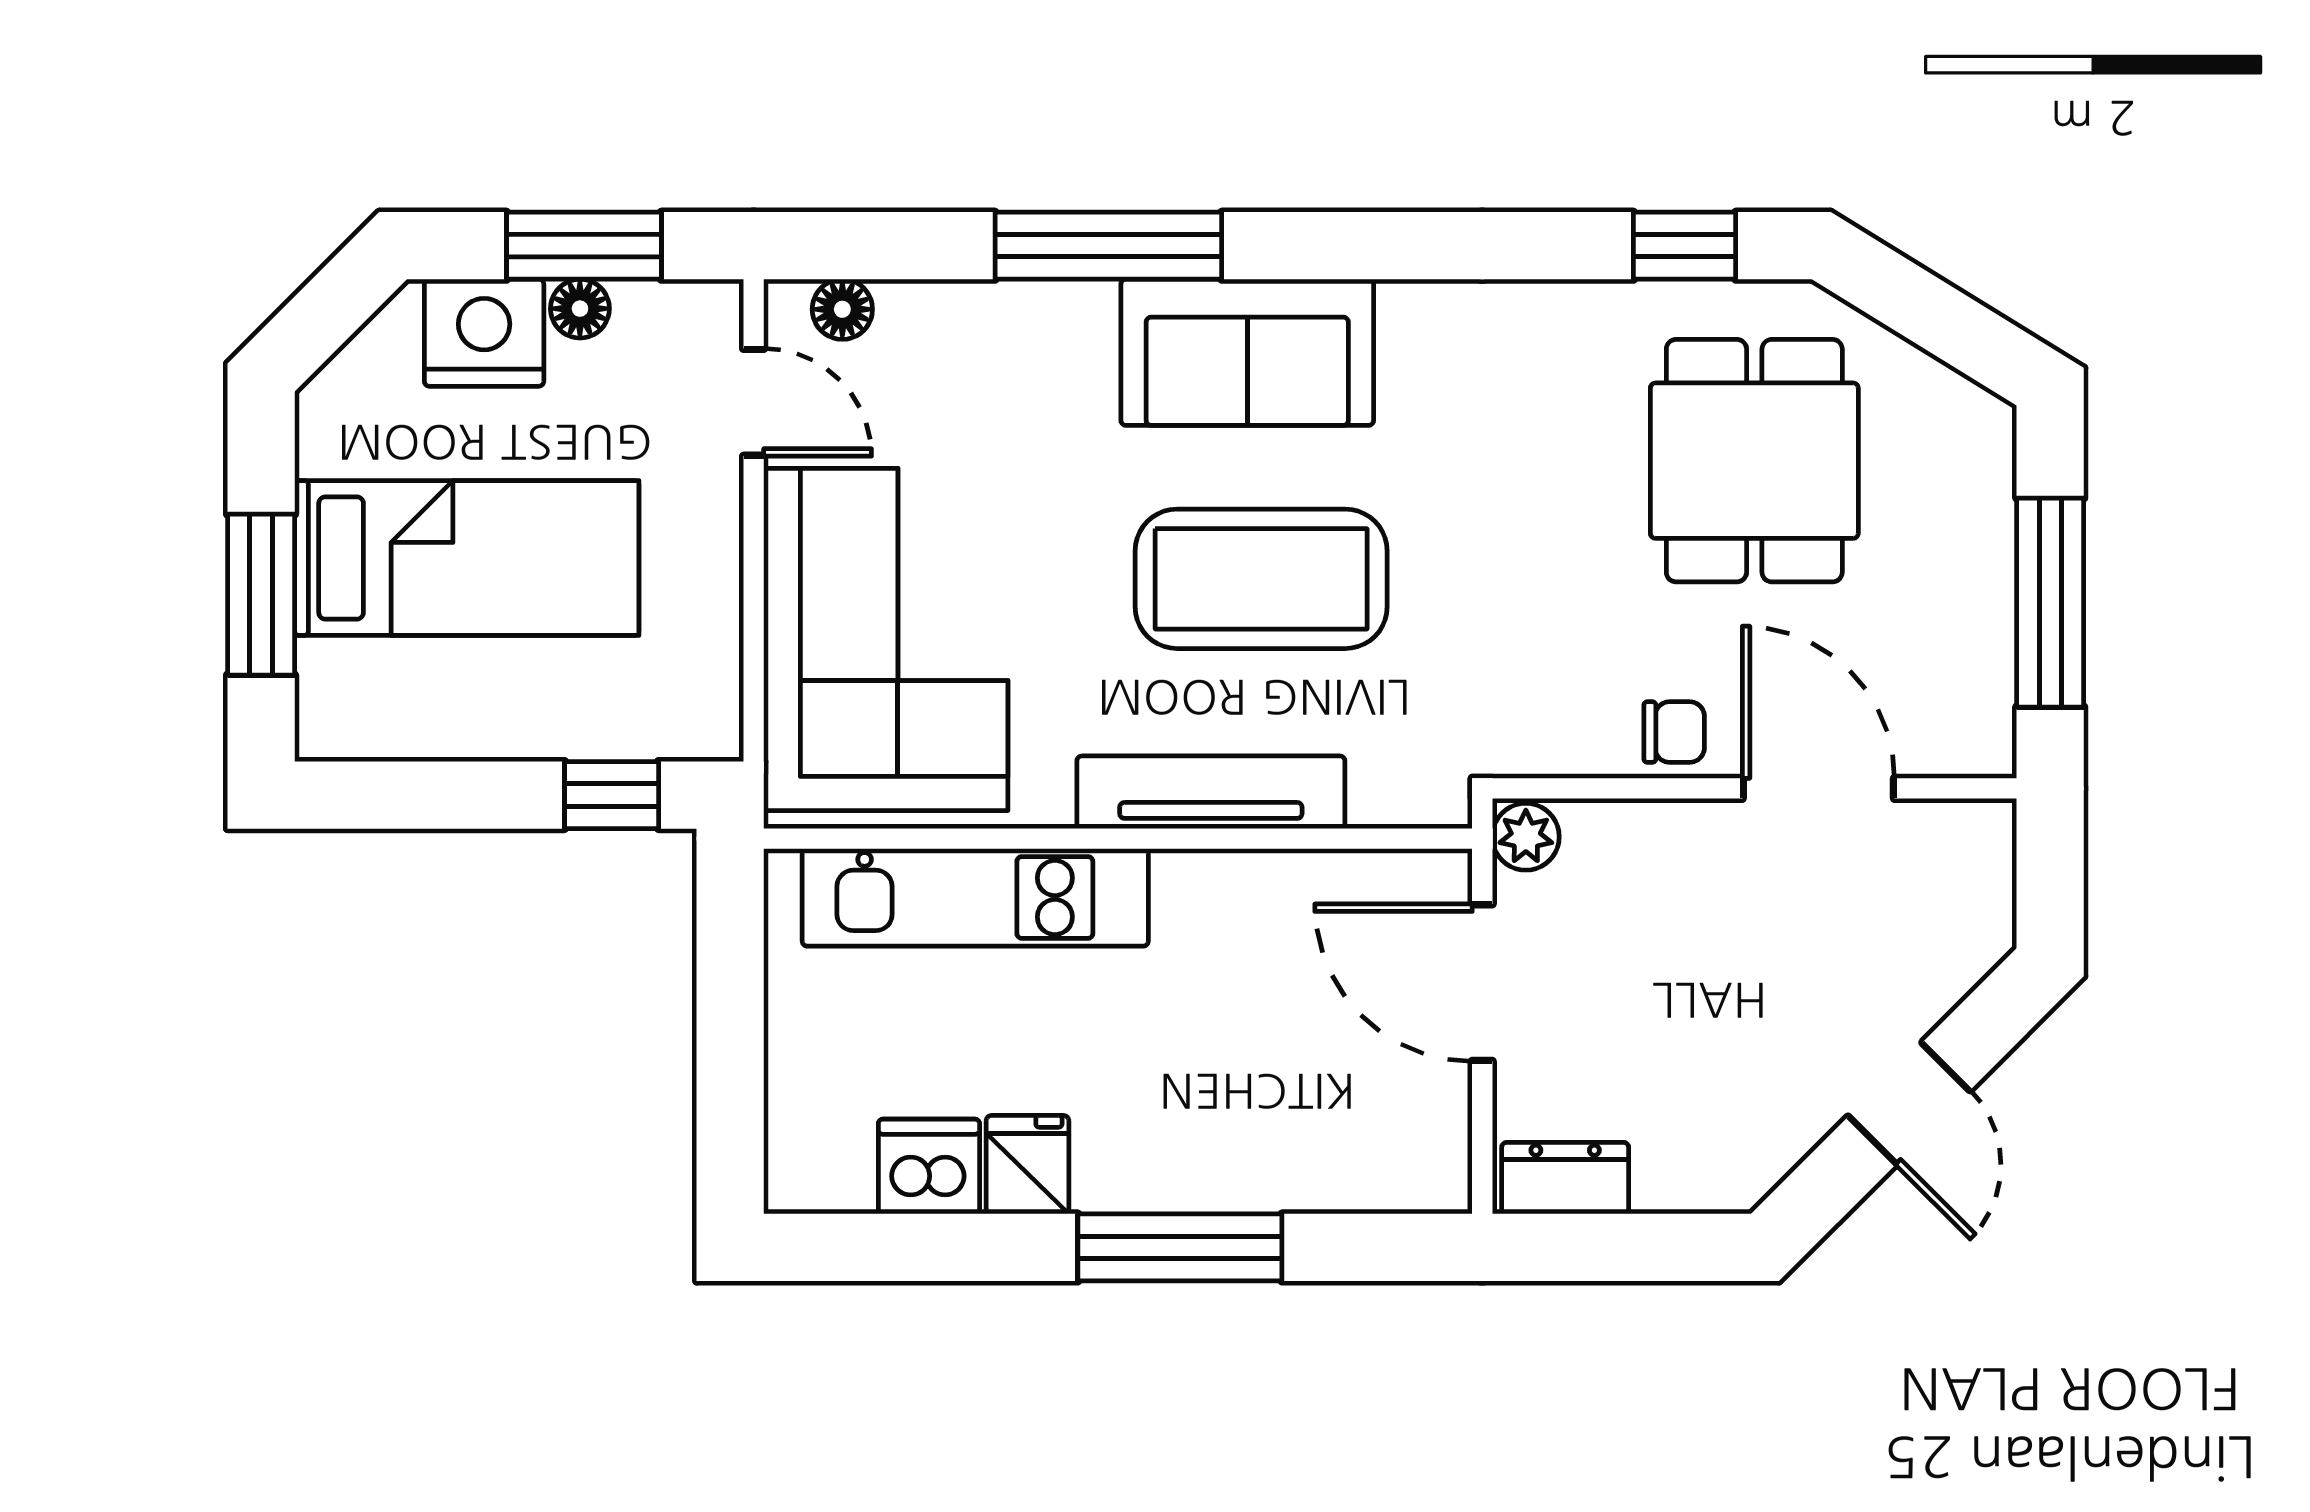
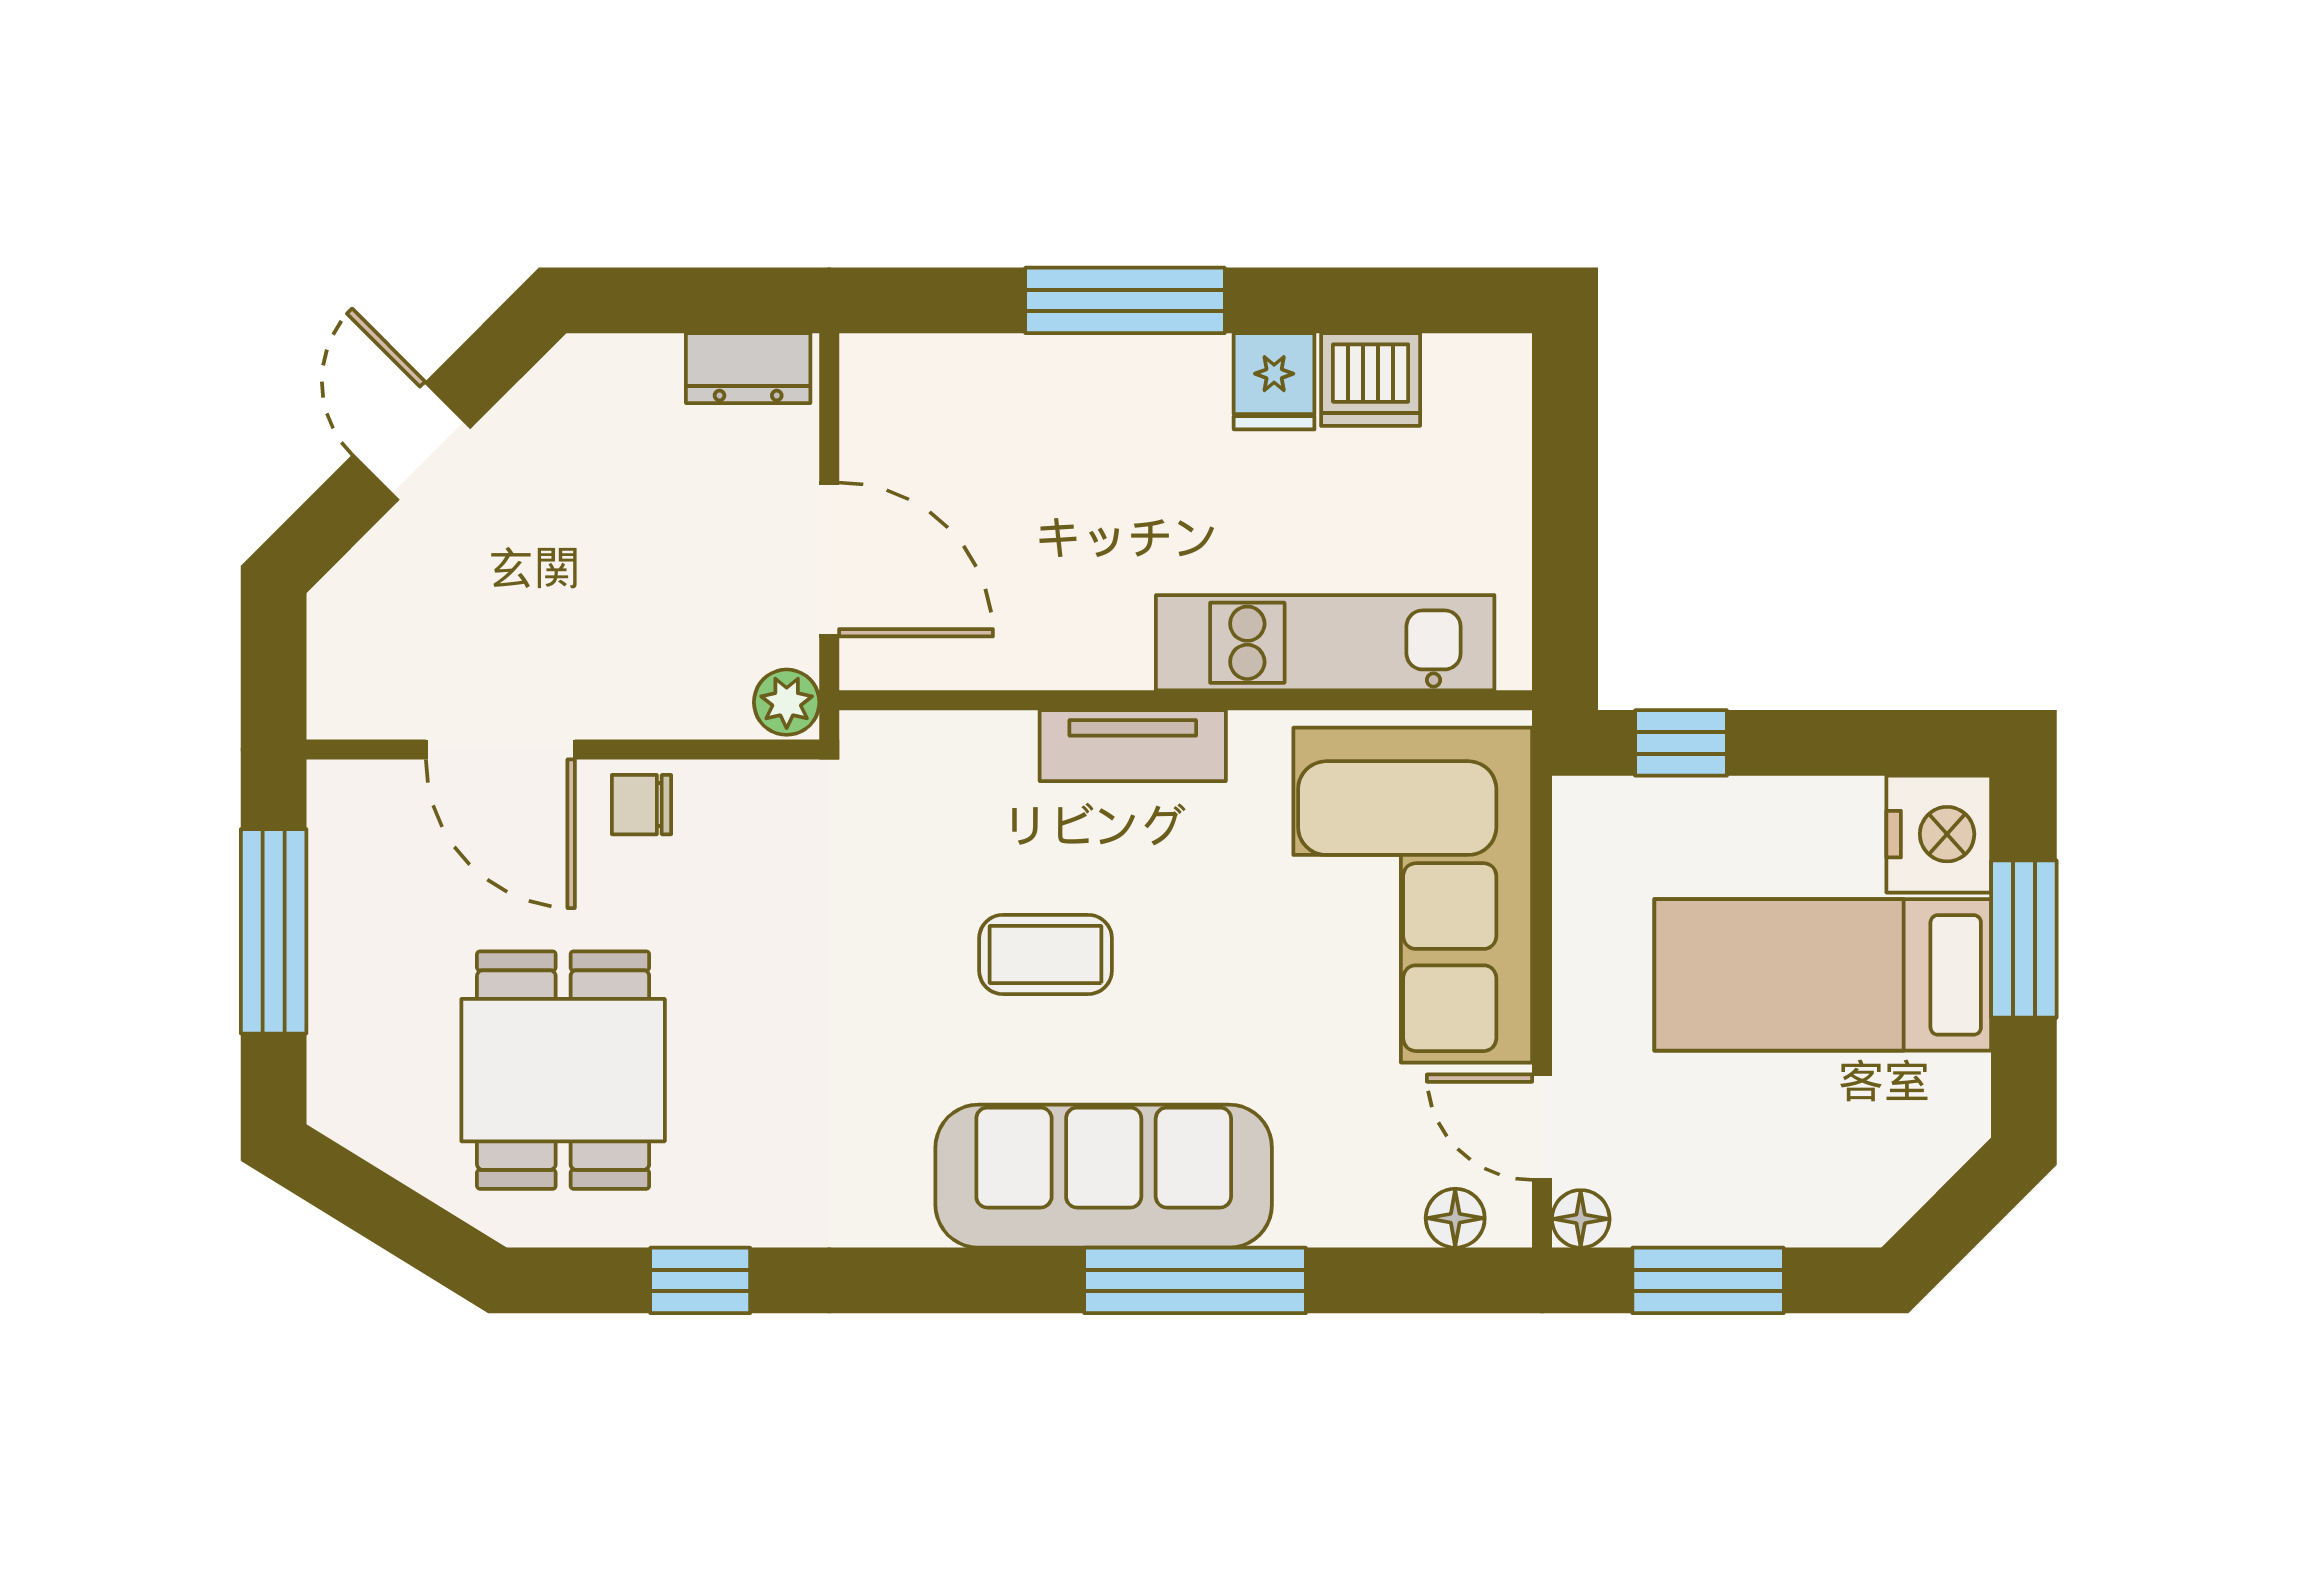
window: (1685, 246) -> (700, 1280), moved
floor lamp: (580, 309) -> (1581, 1219), moved
nightstand: (484, 333) -> (1939, 834), moved, turned -90
sofa: (1247, 352) -> (1104, 1176), width x1.36
coffee table: (1261, 579) -> (1046, 954), width x0.54, depth x0.58
tv unit: (1211, 792) -> (1133, 746), width x0.71

